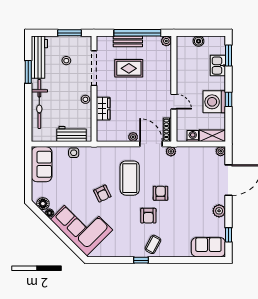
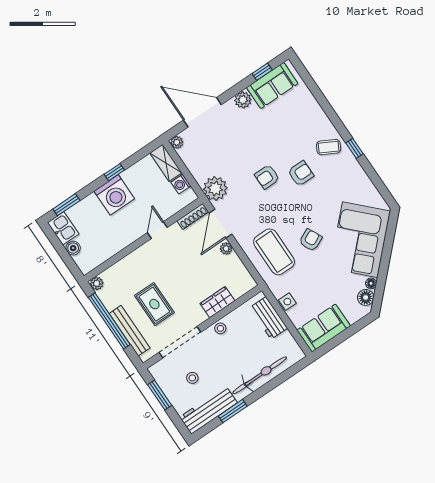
bench: (128, 41) -> (130, 331), width x1.36
kitchen sink: (218, 66) -> (63, 228), moved, turned -90
washing machine: (214, 102) -> (114, 195), moved
plant: (171, 151) -> (215, 189), width x1.88, depth x1.88
coffee table: (130, 178) -> (274, 252), moved, turned 90
sofa: (208, 247) -> (272, 86), moved, turned -90

